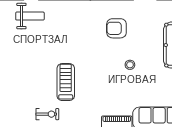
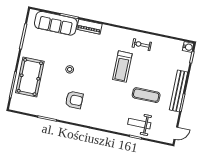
exercise mat: (29, 53) -> (146, 95), added

